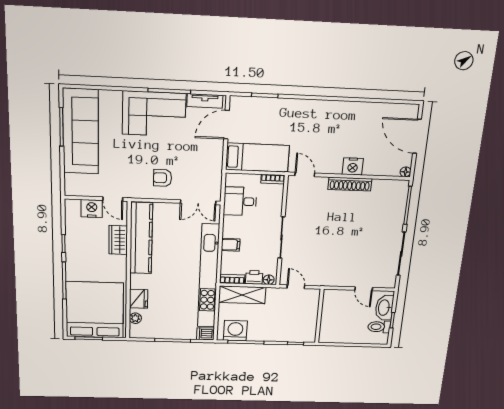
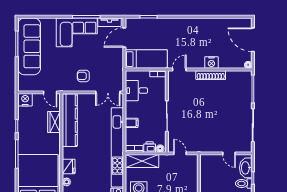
door: (305, 174) -> (179, 70), hinge flipped
nightstand: (92, 209) -> (25, 100), moved

